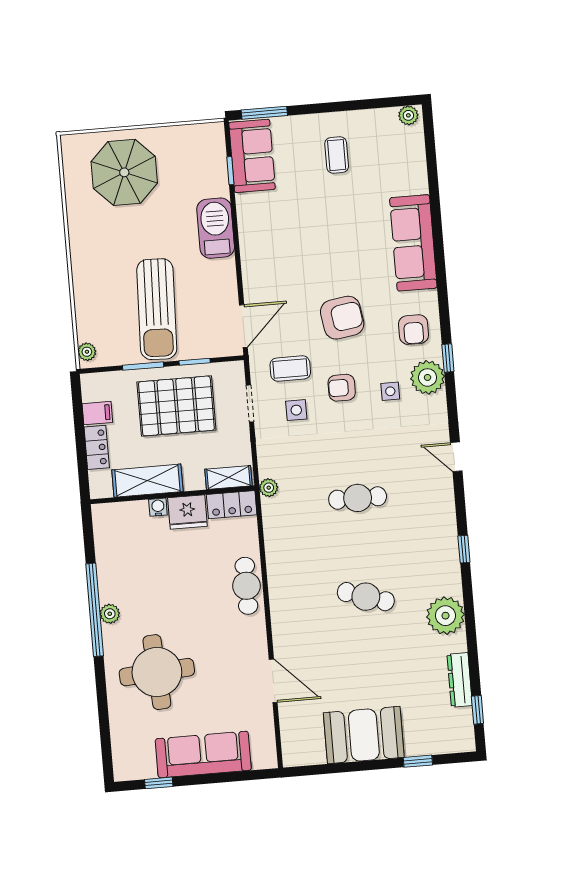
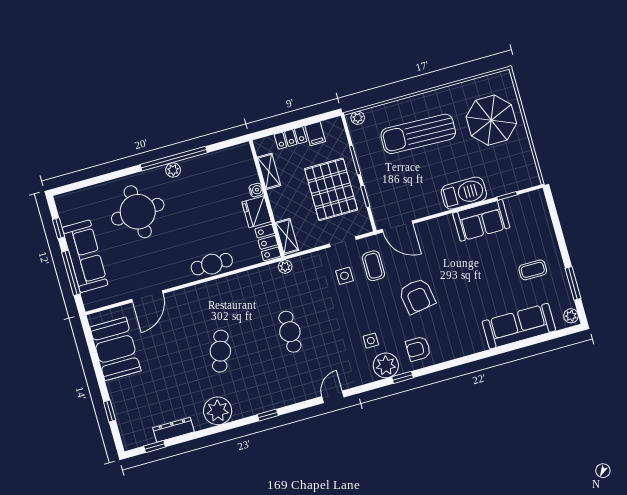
window: (264, 113) -> (573, 283), moved
sofa: (252, 156) -> (481, 220), moved
sofa: (413, 243) -> (519, 326), moved
sun lounger: (157, 309) -> (418, 134), moved
armchair: (342, 388) -> (367, 305), removed
shelving: (147, 481) -> (269, 171), width x0.67, depth x0.75
booth: (364, 735) -> (115, 349), moved
window: (222, 778) -> (71, 273), added

